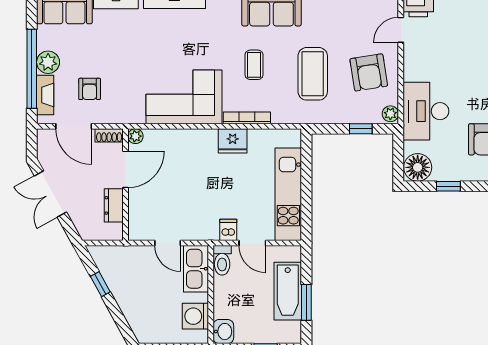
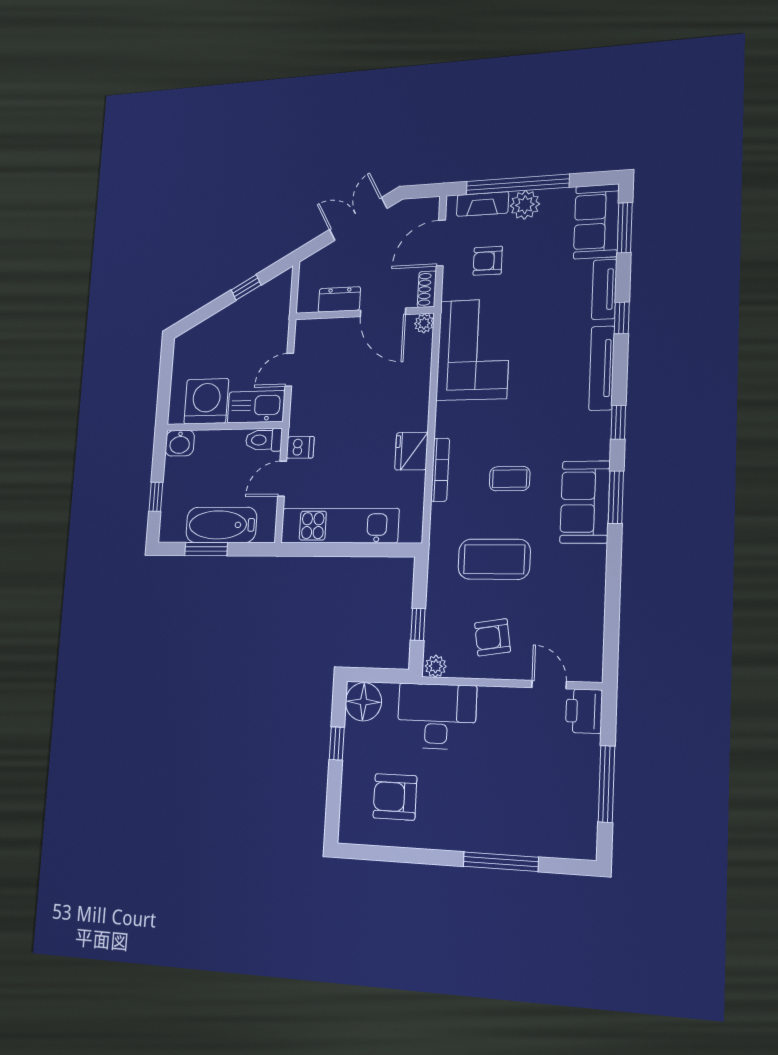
armchair: (369, 72) -> (492, 637), width x0.72, depth x0.72
corner sofa: (184, 97) -> (473, 350), moved
washing machine: (195, 316) -> (206, 401), width x1.37, depth x1.37

